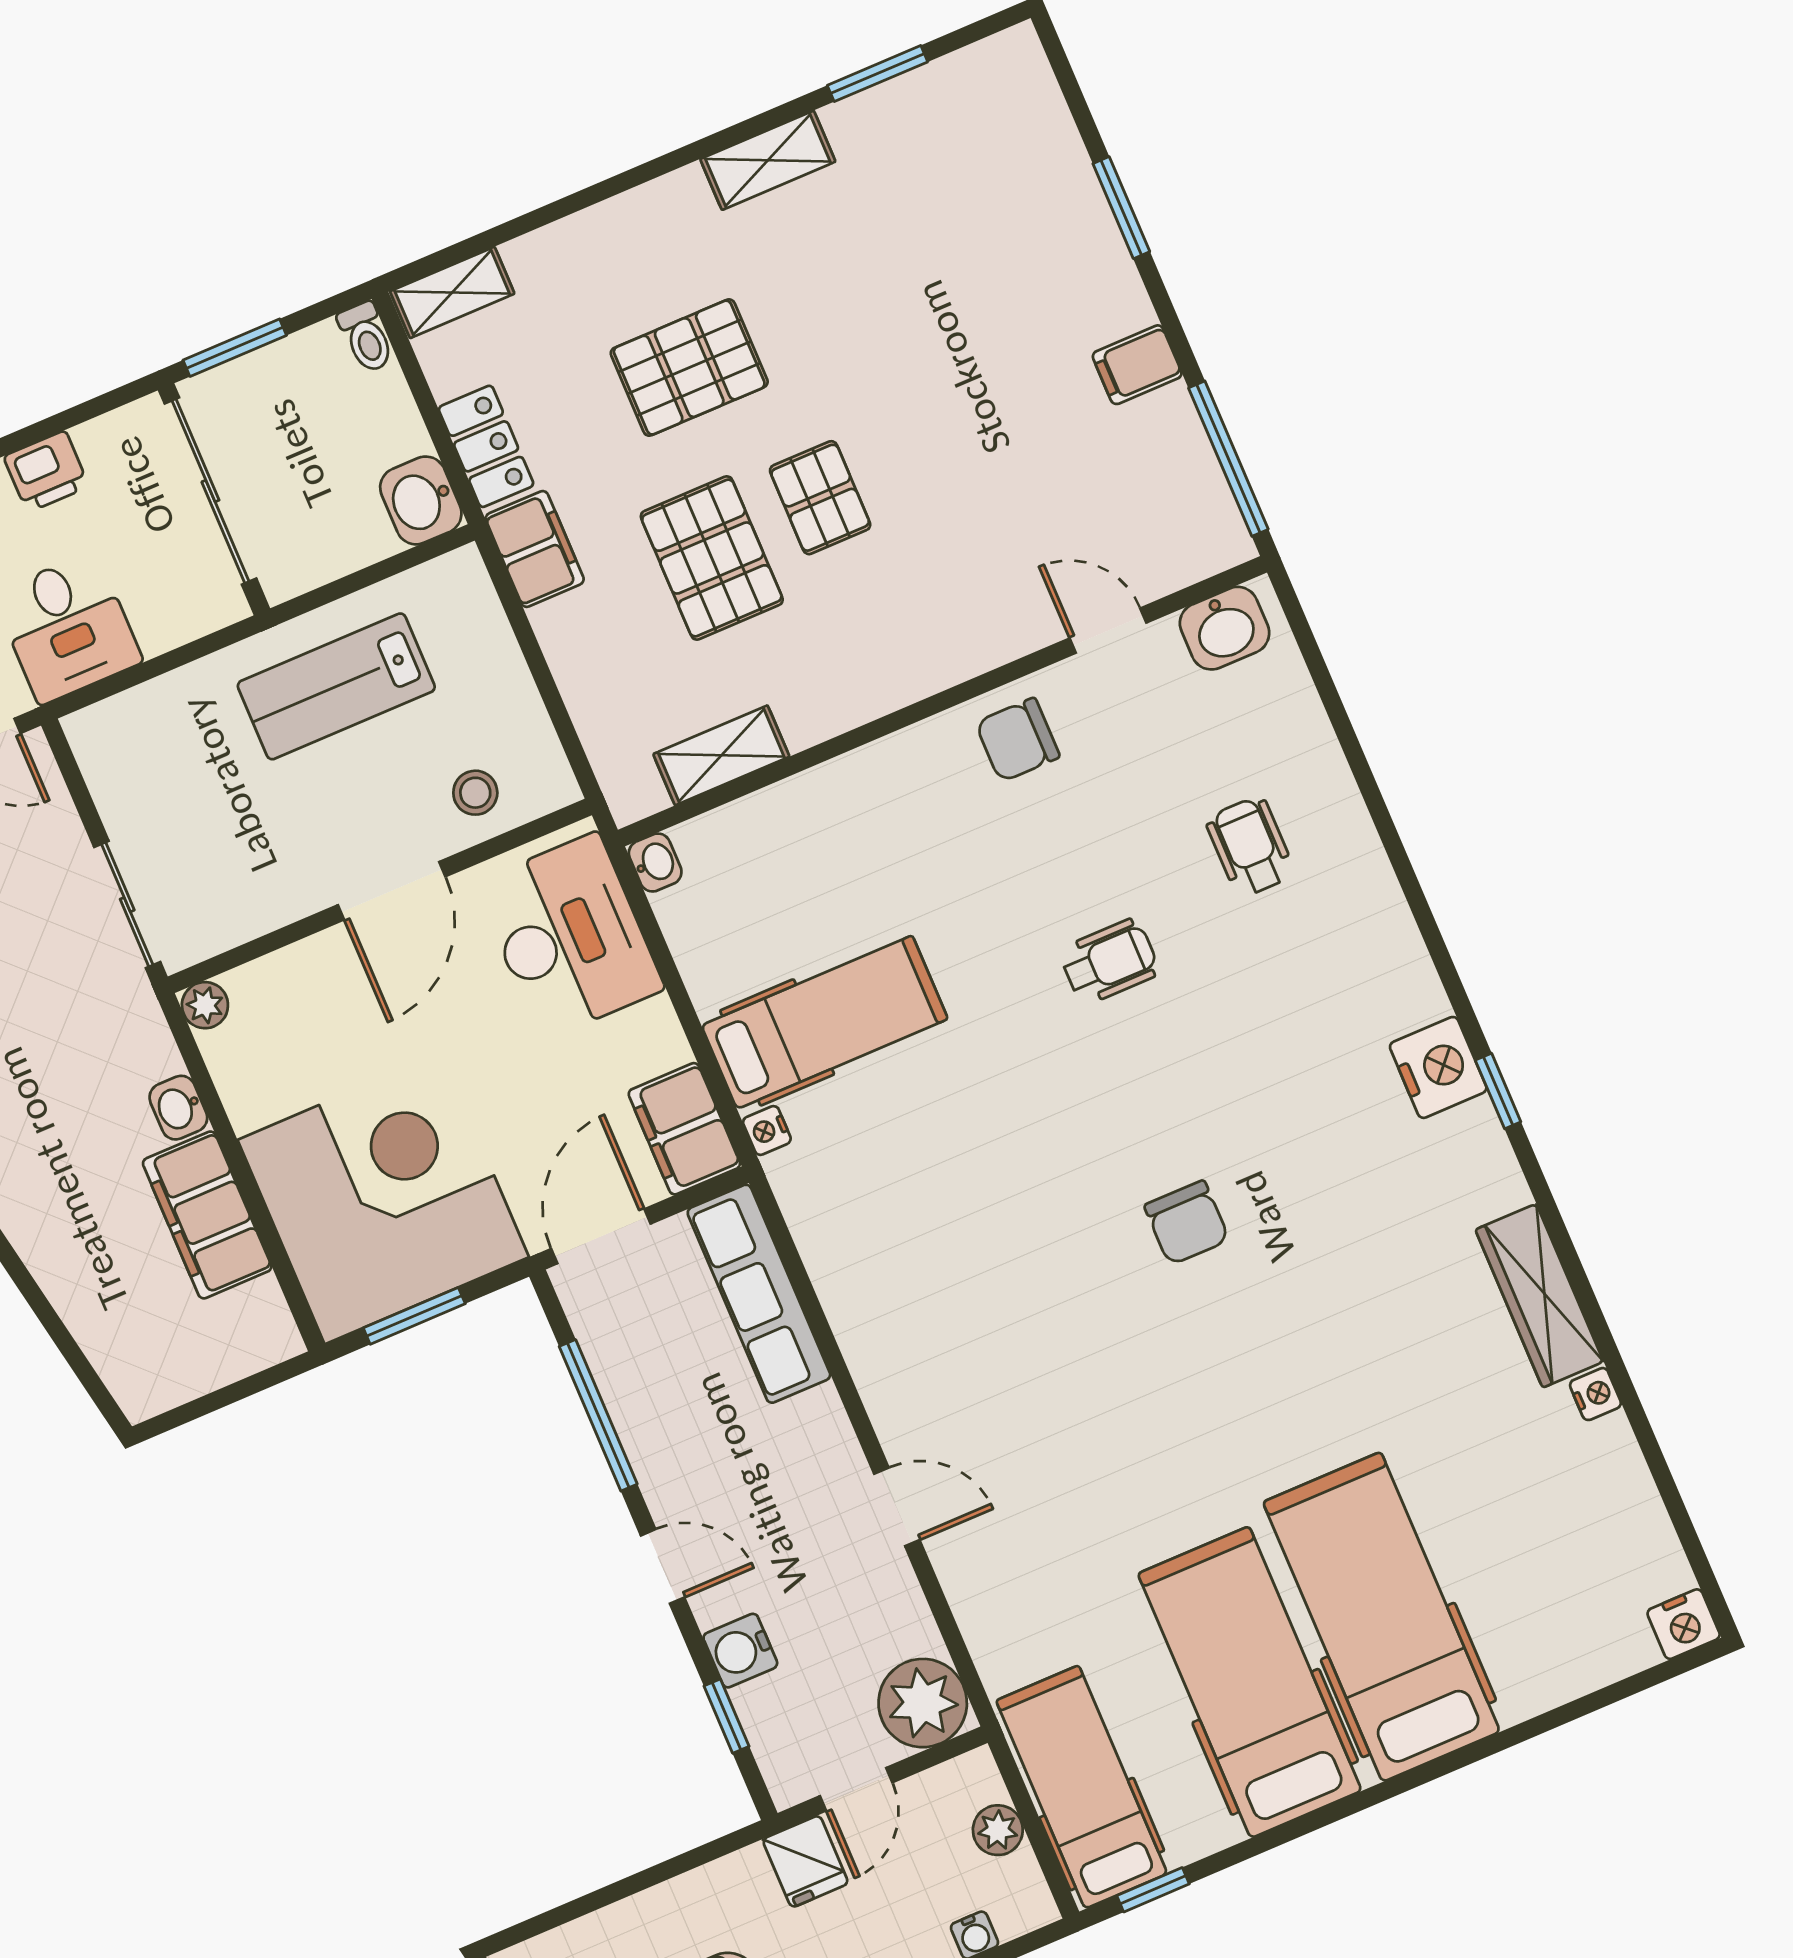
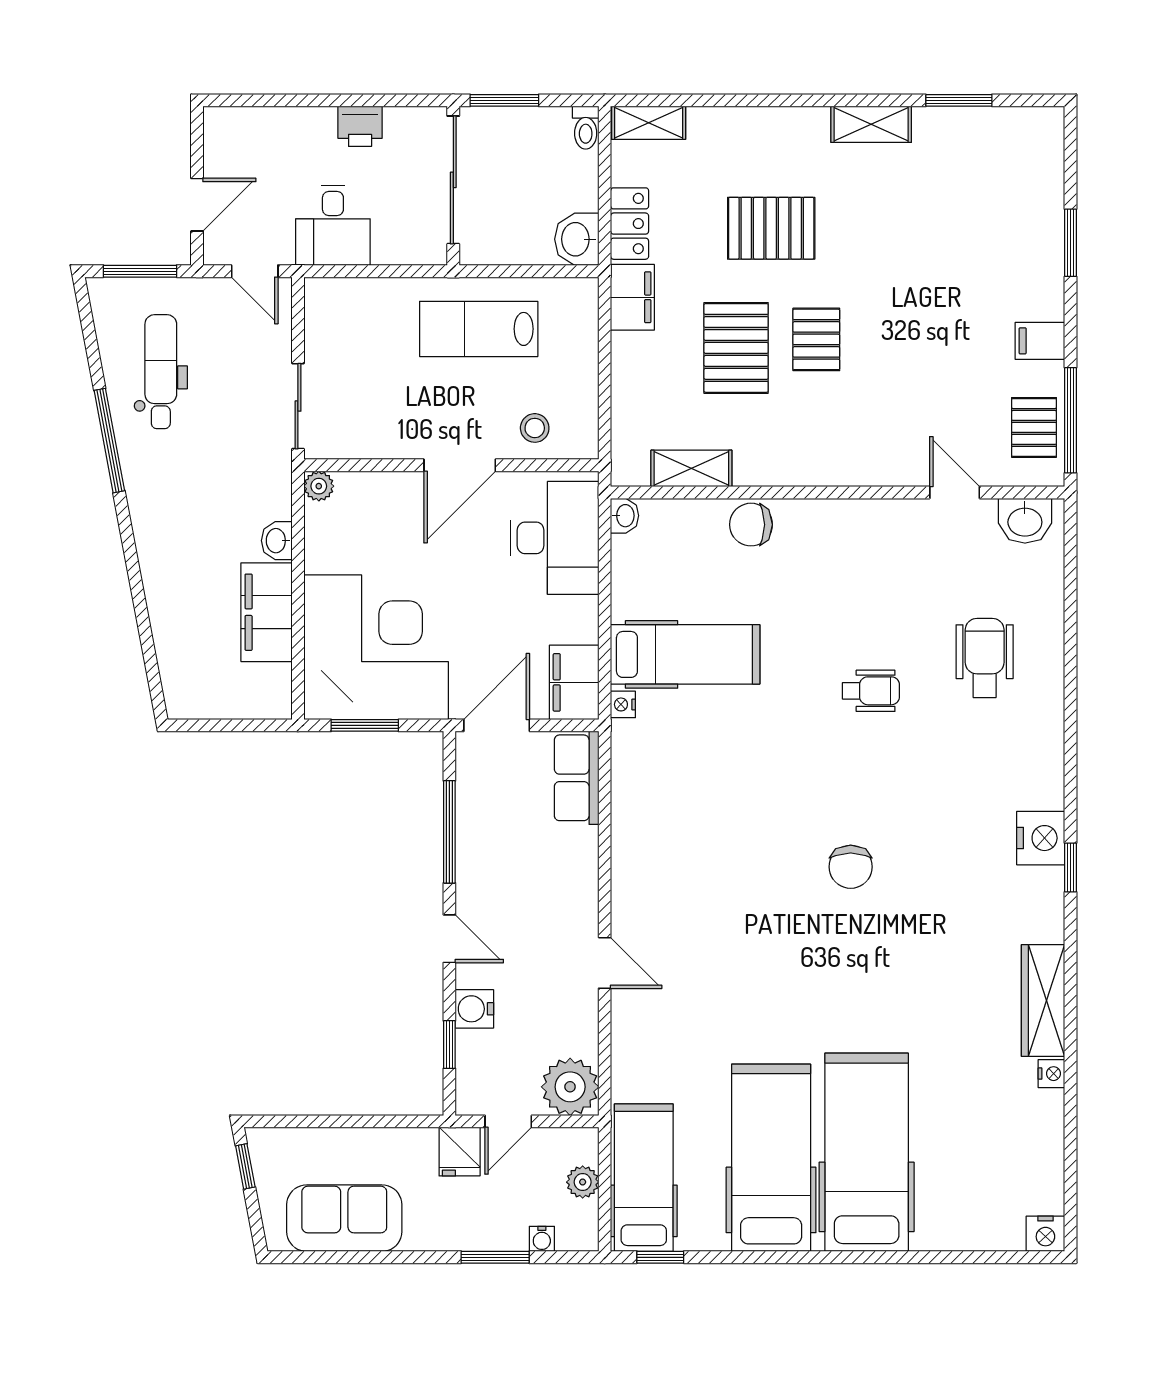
pallet: (1181, 491) -> (1034, 427), added
chair: (1018, 740) -> (751, 525), moved
wheelchair: (1250, 847) -> (985, 658), width x1.36, depth x1.37
row of seats: (759, 1294) -> (577, 778), width x0.68

